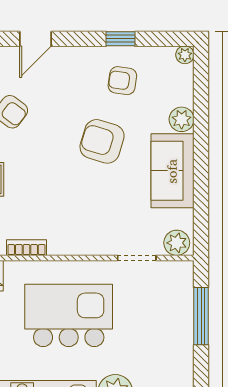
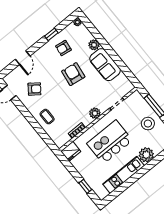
armchair: (102, 141) -> (73, 74), turned 81
plant: (177, 243) -> (95, 113), moved
stool: (164, 338) -> (148, 124), added

